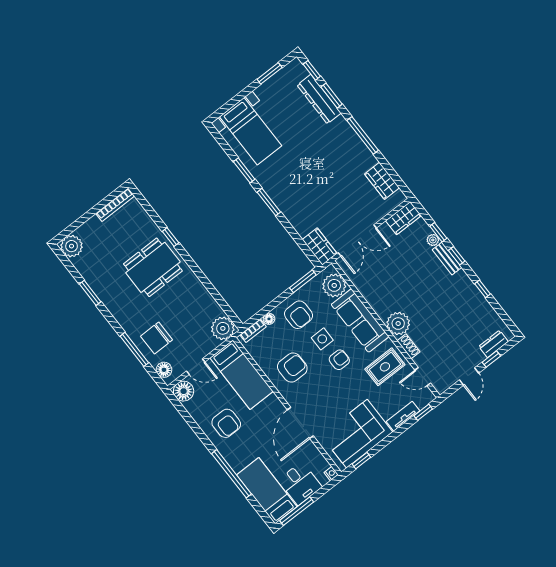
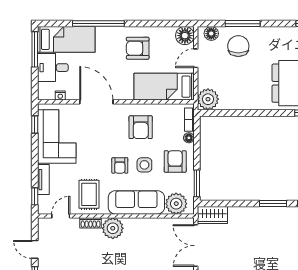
armchair: (299, 315) -> (175, 161), turned 90
nightstand: (331, 474) -> (60, 95), moved

